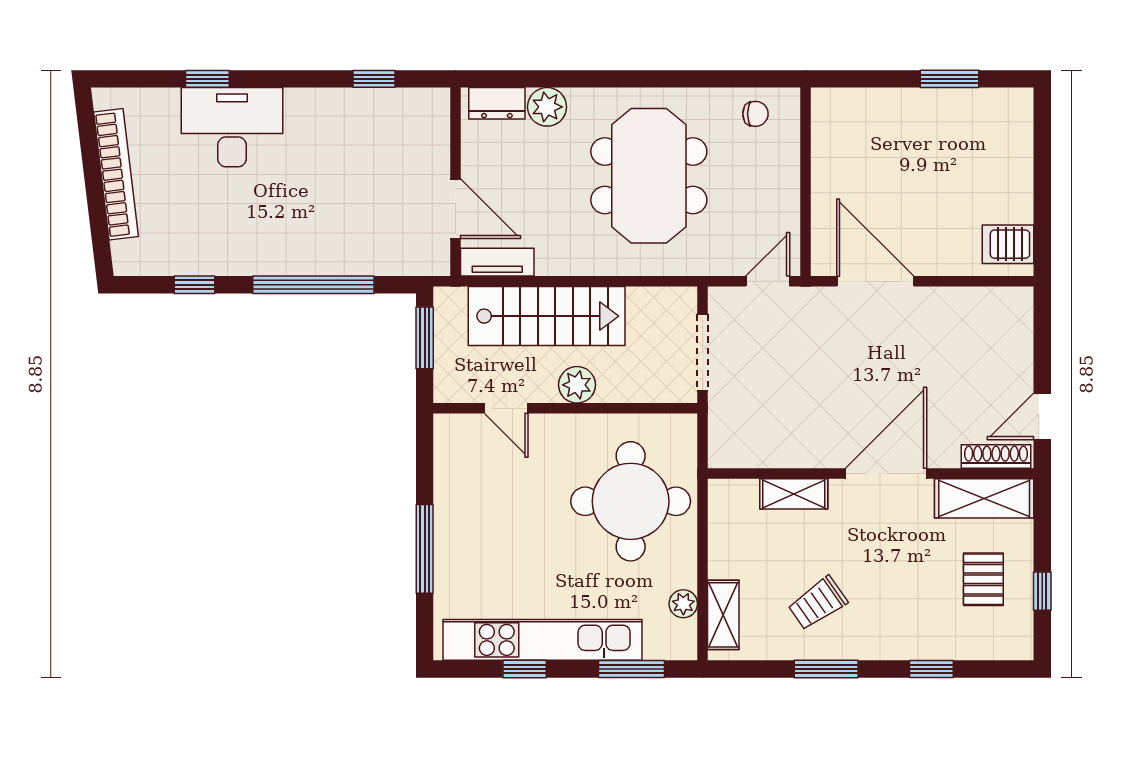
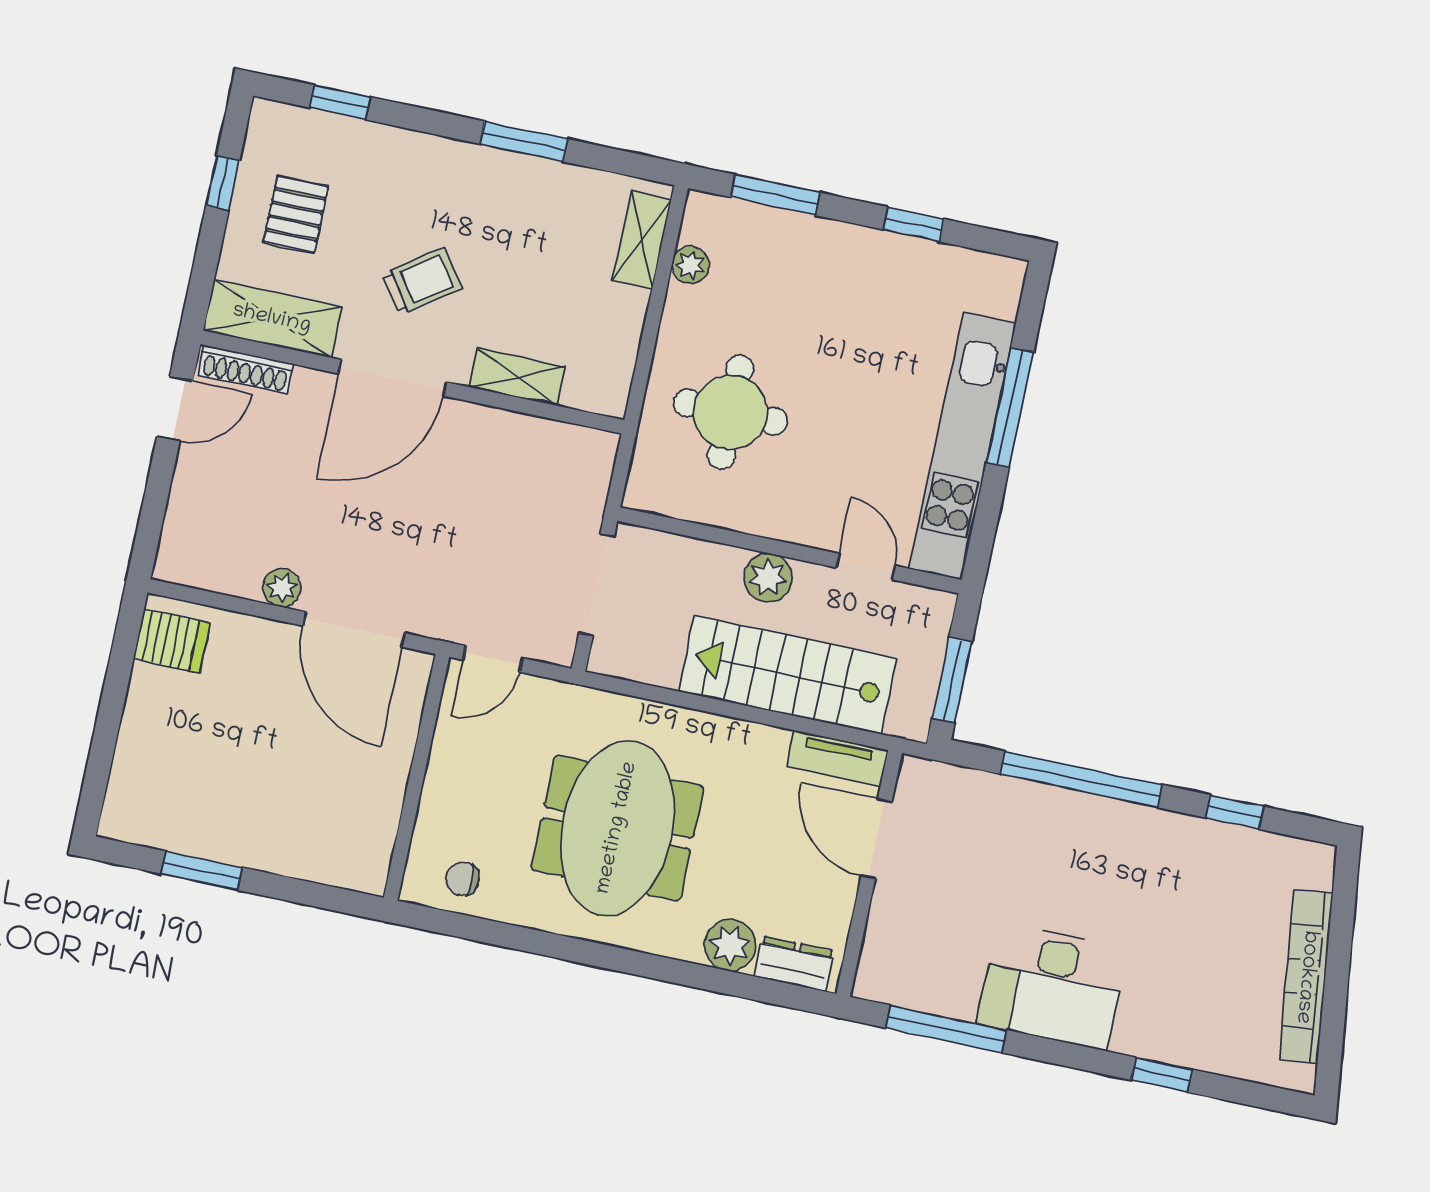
window: (374, 79) -> (946, 1029), width x2.17
desk: (232, 127) -> (1052, 986), moved
plant: (935, 301) -> (282, 588), added
round table: (631, 501) -> (730, 412), width x0.73, depth x0.73
trolley: (818, 603) -> (422, 281), moved
kitchen unit: (542, 640) -> (962, 446), moved, turned 90
window: (931, 669) -> (340, 102), moved

